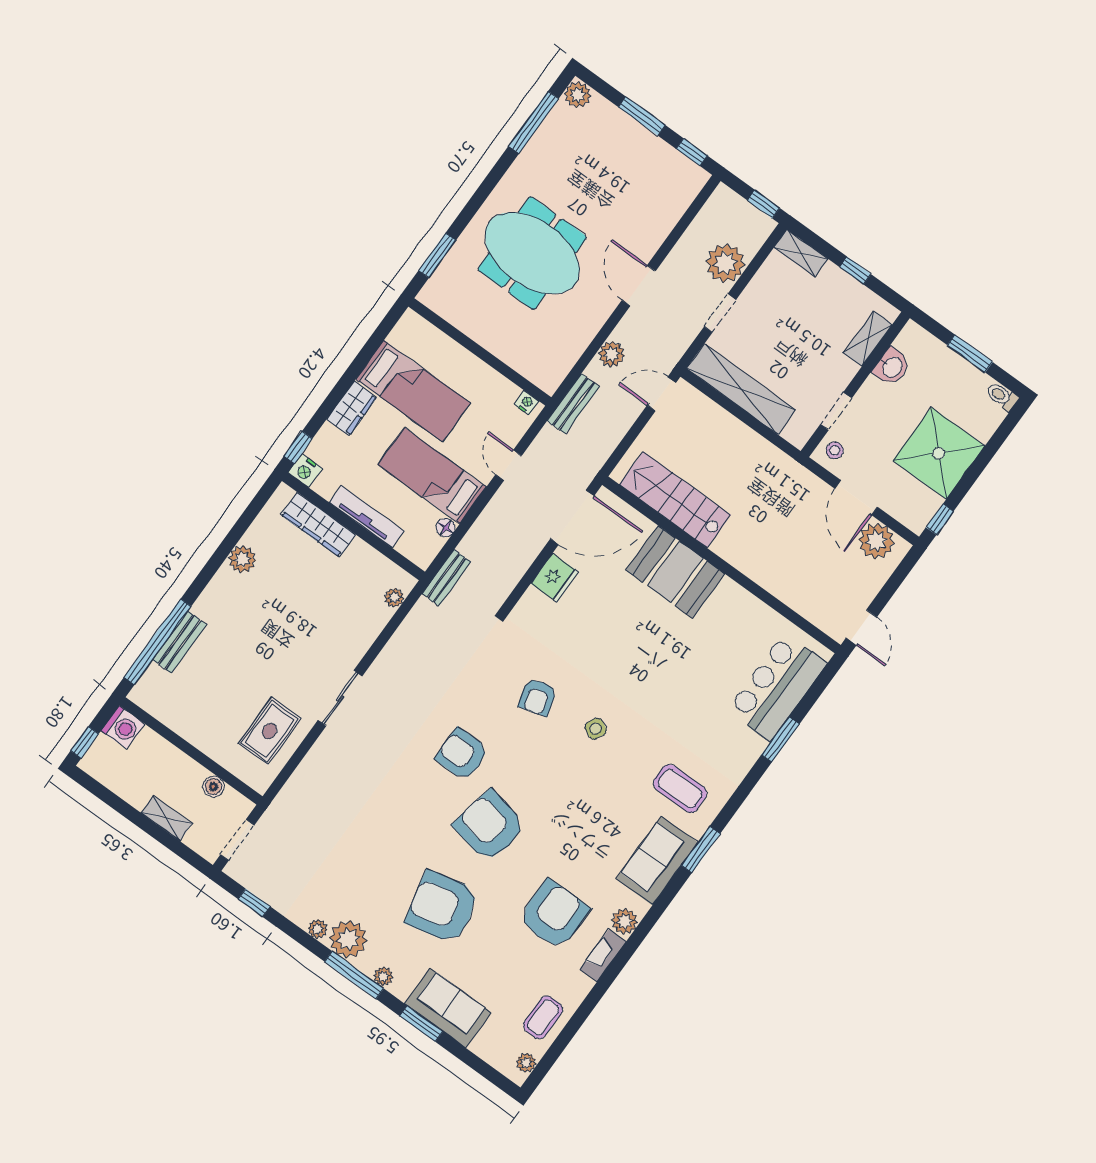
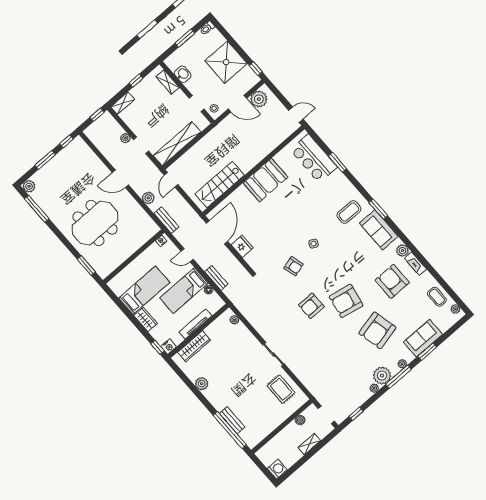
plant: (725, 263) -> (125, 138), width x0.53, depth x0.53
booth: (675, 572) -> (266, 180), moved
bench: (446, 578) -> (216, 278), moved
washing machine: (123, 727) -> (277, 469), moved
window: (85, 742) -> (267, 473), removed

